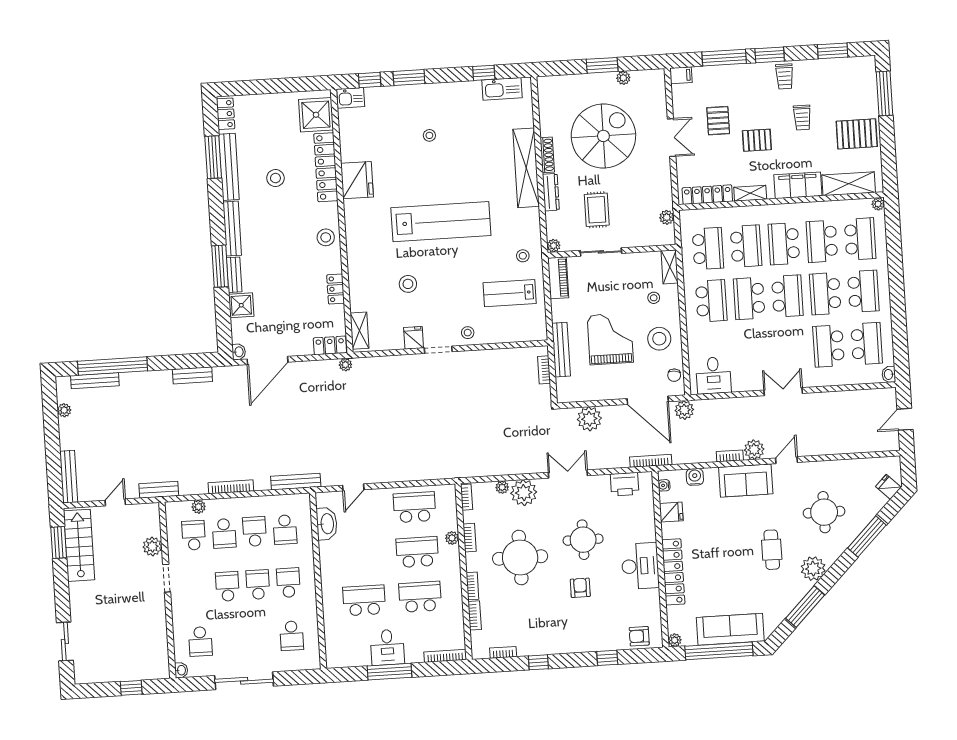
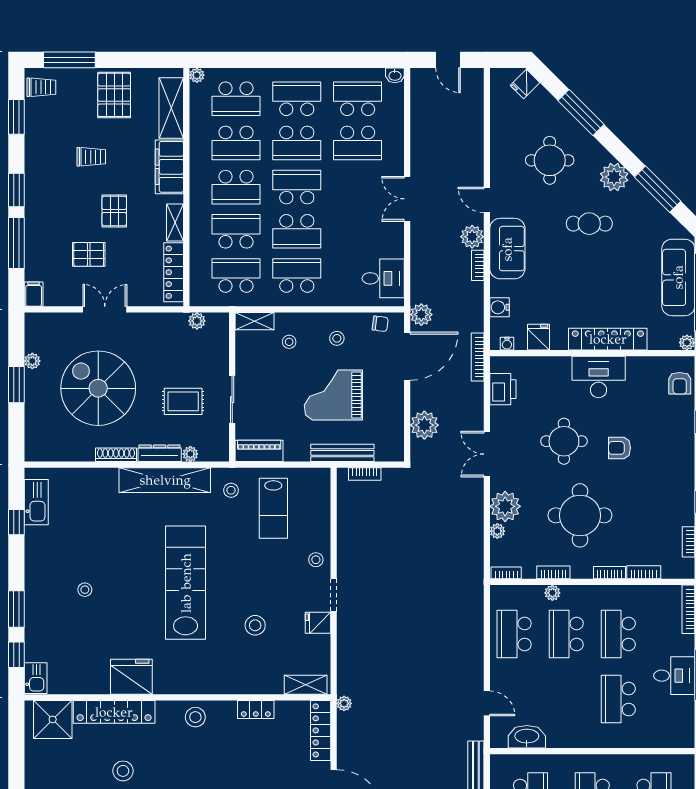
trolley: (784, 76) -> (41, 87), moved
shelving: (526, 168) -> (165, 480), moved
school desk: (860, 239) -> (236, 99), turned 180
plant: (554, 246) -> (190, 454), moved
stool: (659, 339) -> (337, 338), width x0.53, depth x0.53
locker: (330, 345) -> (321, 730), width x1.53

